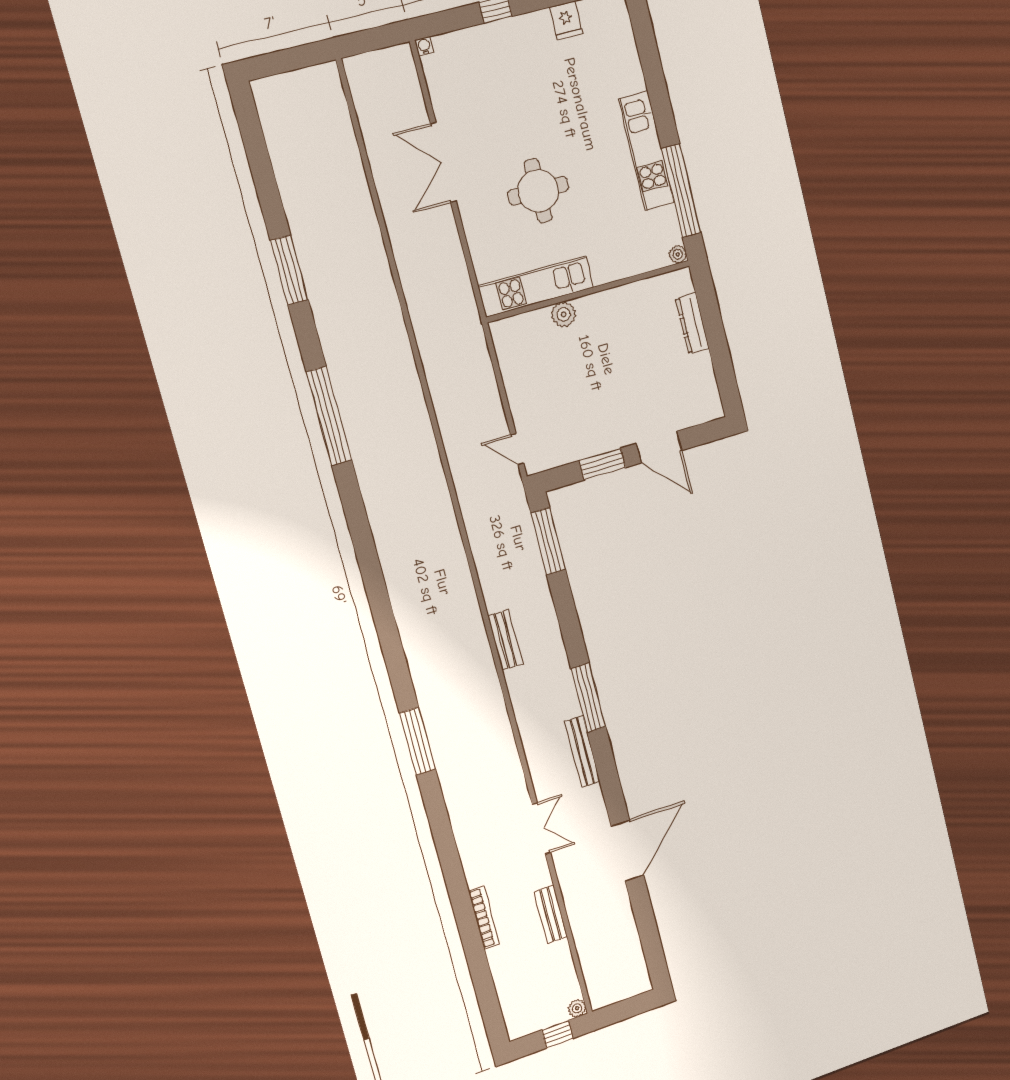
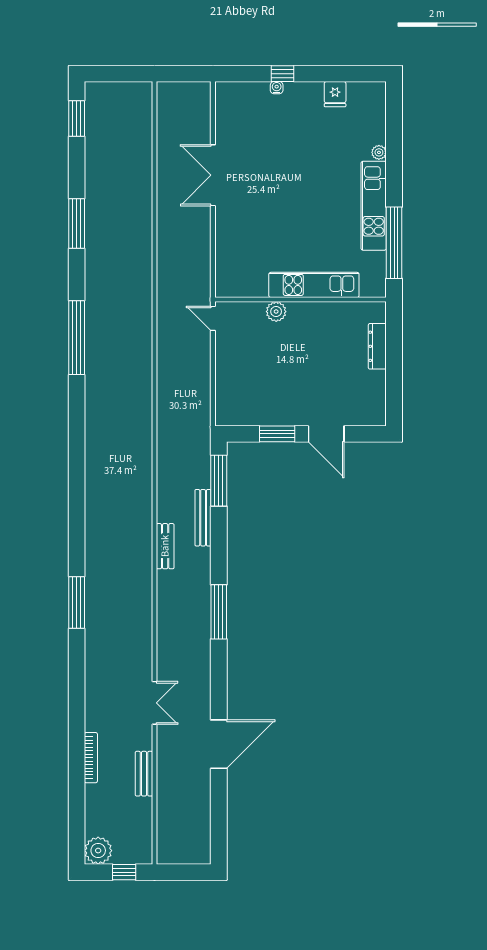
water cooler: (424, 46) -> (277, 88), moved
window: (252, 133) -> (77, 119), added
round table: (538, 191) -> (280, 214), removed
plant: (678, 254) -> (379, 152), moved
kitchen unit: (536, 287) -> (314, 285), moved
door: (517, 449) -> (213, 318), moved
bench: (582, 752) -> (203, 518), moved
plant: (577, 1008) -> (98, 851), moved, width x1.88, depth x1.88

